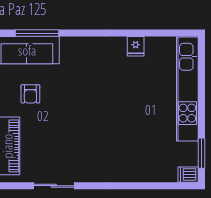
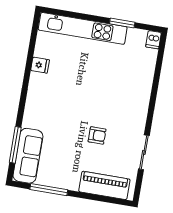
armchair: (30, 94) -> (97, 135), moved
window: (202, 153) -> (122, 23), moved

